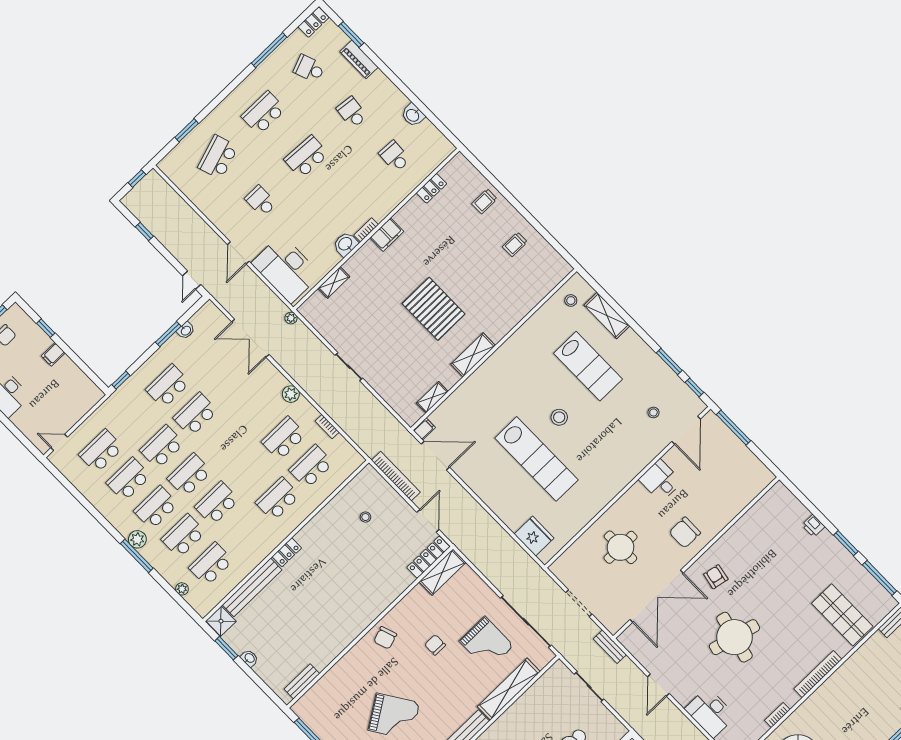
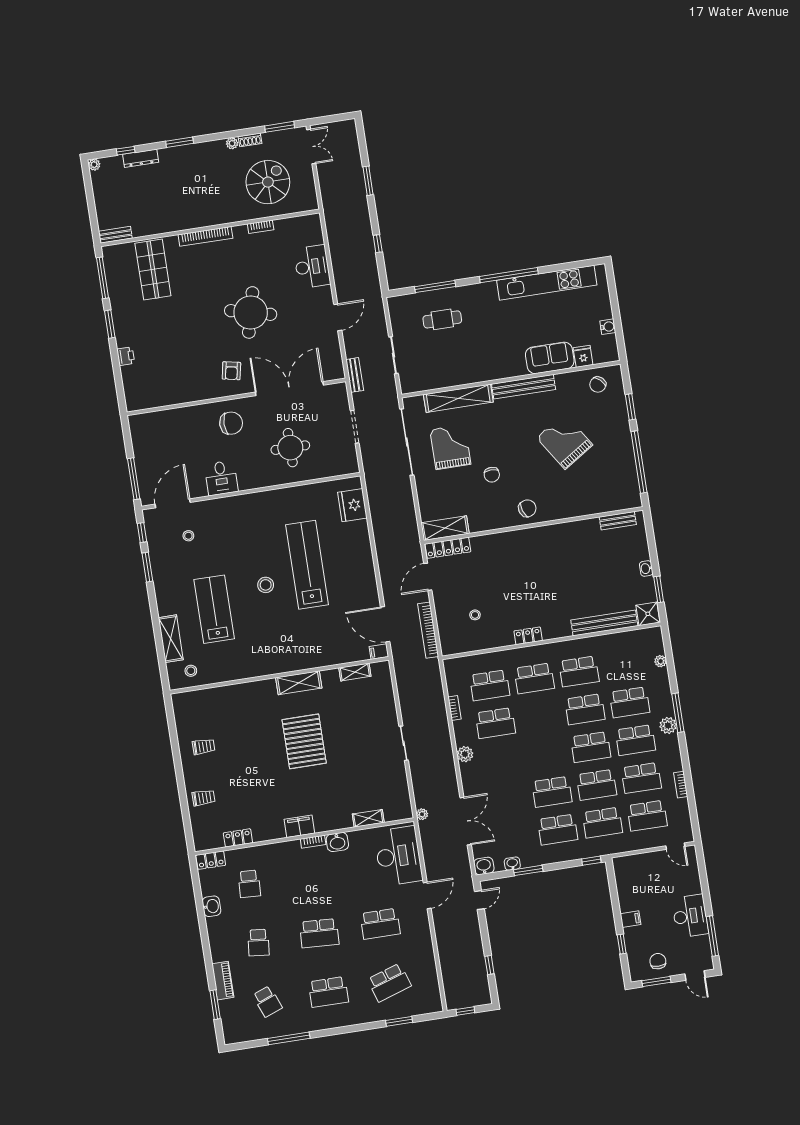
locker: (313, 22) -> (211, 860), moved, turned 180
school desk: (261, 201) -> (380, 924), width x1.85
washbasin: (208, 311) -> (484, 866), added
school desk: (134, 419) -> (602, 823), added
bookcase: (91, 497) -> (681, 785), added
locker: (287, 552) -> (528, 636), moved
school desk: (211, 564) -> (579, 671), moved

